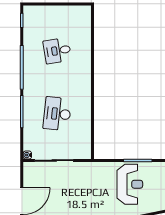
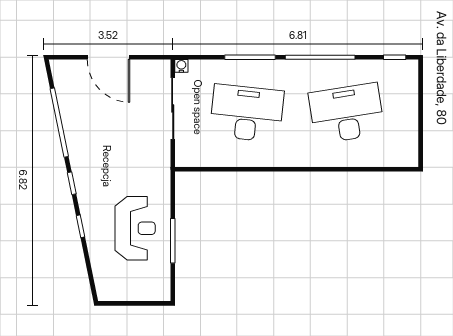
desk: (57, 51) -> (347, 113), width x1.87, depth x1.30
desk: (57, 114) -> (247, 113), width x1.36, depth x1.30
reception desk: (130, 184) -> (135, 228), turned -90

